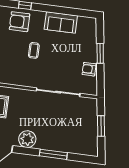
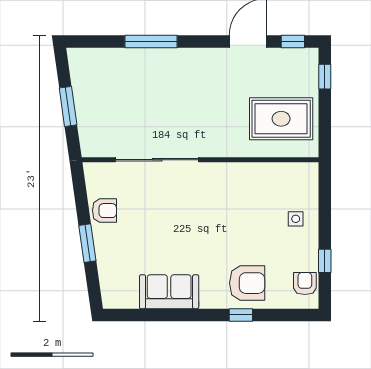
coffee table: (34, 50) -> (213, 232), removed
plant: (27, 139) -> (204, 64), removed

